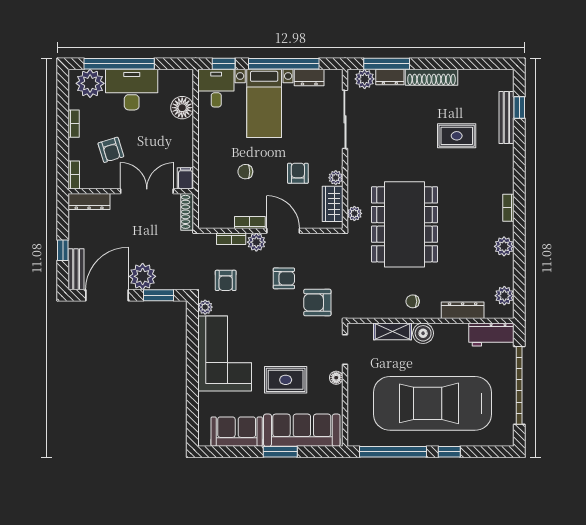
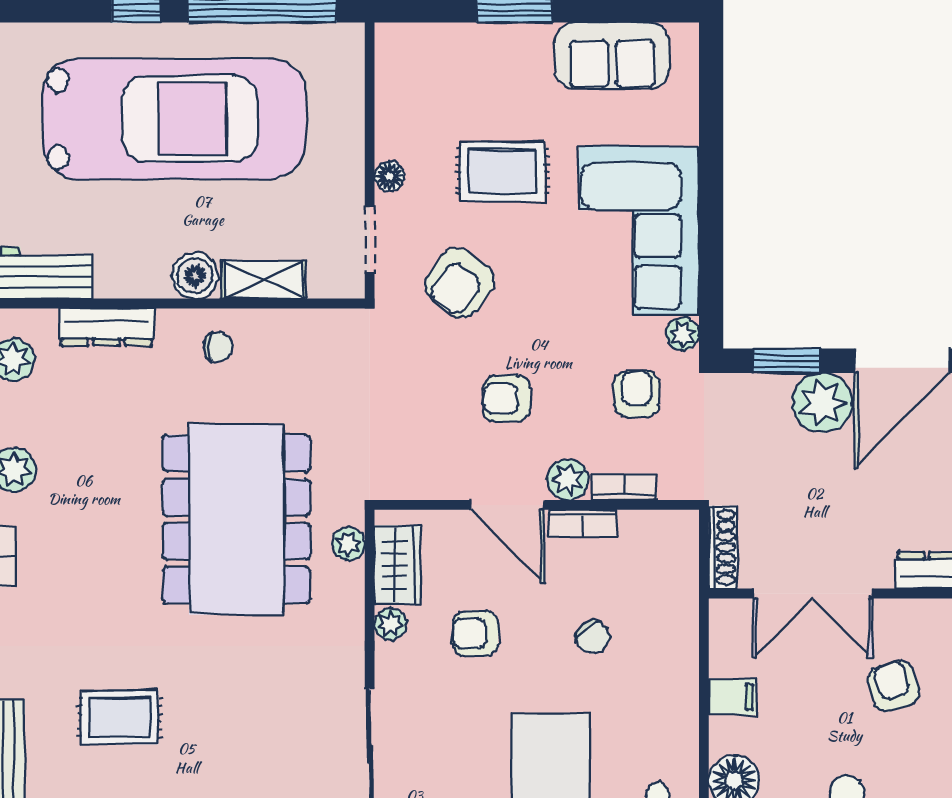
chair: (245, 172) -> (593, 637), turned 51
armchair: (298, 173) -> (475, 634), turned 90
filing cabinet: (185, 178) -> (733, 697), moved, turned -90
armchair: (317, 303) -> (460, 283), moved, turned 126
sofa: (302, 430) -> (466, 59), removed

